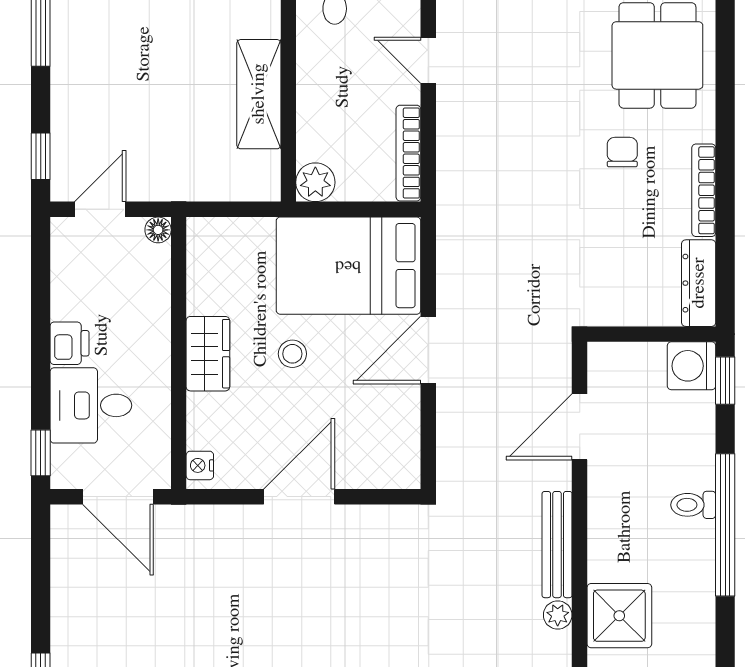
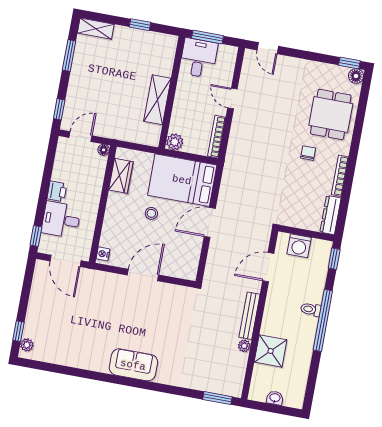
wardrobe: (208, 354) -> (121, 176), moved
washing machine: (692, 366) -> (299, 246), moved, turned -90

